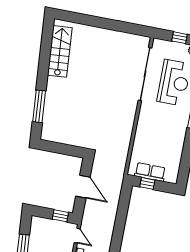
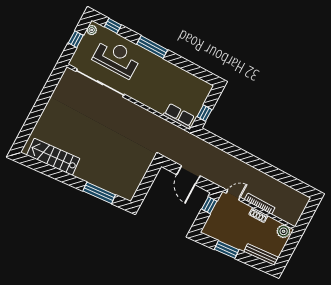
row of seats: (150, 172) -> (179, 116), moved, turned 90
door: (83, 187) -> (188, 175), swing flipped

